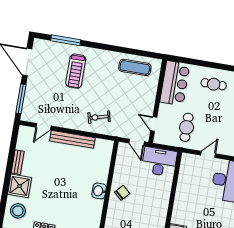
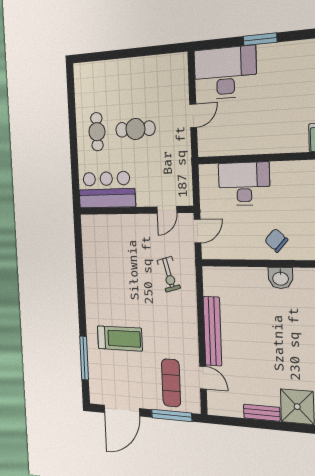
exercise mat: (135, 67) -> (171, 383), moved
exercise bike: (99, 117) -> (169, 274), moved
cafe table: (187, 127) -> (135, 129), moved
door: (208, 154) -> (193, 116), swing flipped
desk: (159, 162) -> (244, 184), moved, turned 90

